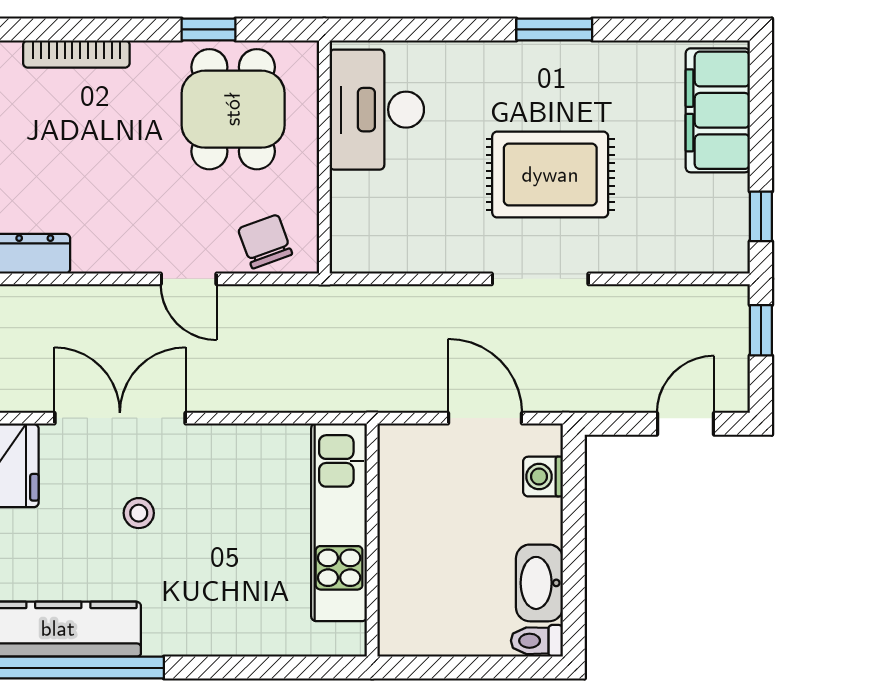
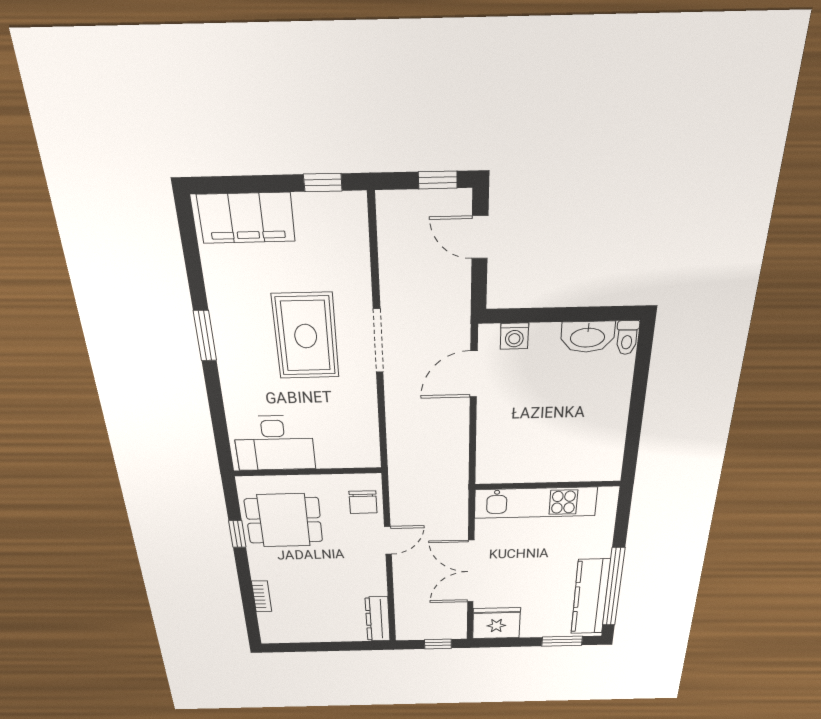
bookcase: (76, 54) -> (262, 596), width x0.64
chair: (265, 242) -> (363, 502), turned -70
window: (761, 330) -> (438, 180), moved
stool: (139, 513) -> (527, 561), removed
kitchen unit: (339, 522) -> (536, 503), moved
wall: (372, 540) -> (548, 485), moved

